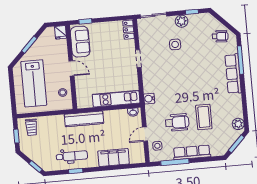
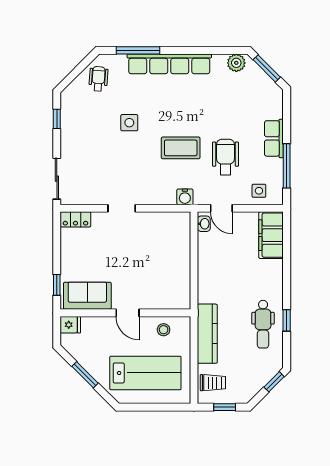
plant: (182, 21) -> (70, 136), removed
side table: (175, 44) -> (129, 123), moved
door: (71, 68) -> (128, 313), swing flipped
row of seats: (233, 74) -> (169, 64), width x1.36
kitchen unit: (116, 99) -> (180, 248), removed
coffee table: (204, 117) -> (181, 148), moved
kitchen counter: (84, 119) -> (207, 334), moved
door: (145, 134) -> (221, 208), moved
row of seats: (192, 152) -> (274, 138), width x0.68
dental chair: (72, 156) -> (263, 324), turned 180
filing cabinet: (114, 158) -> (271, 235), moved

